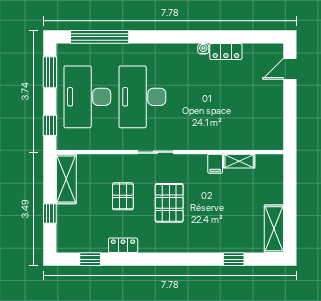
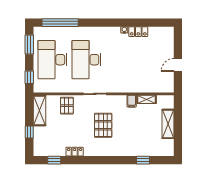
door: (290, 69) -> (178, 65), moved
pallet: (123, 196) -> (67, 106), moved
shelving: (274, 229) -> (168, 124), moved

